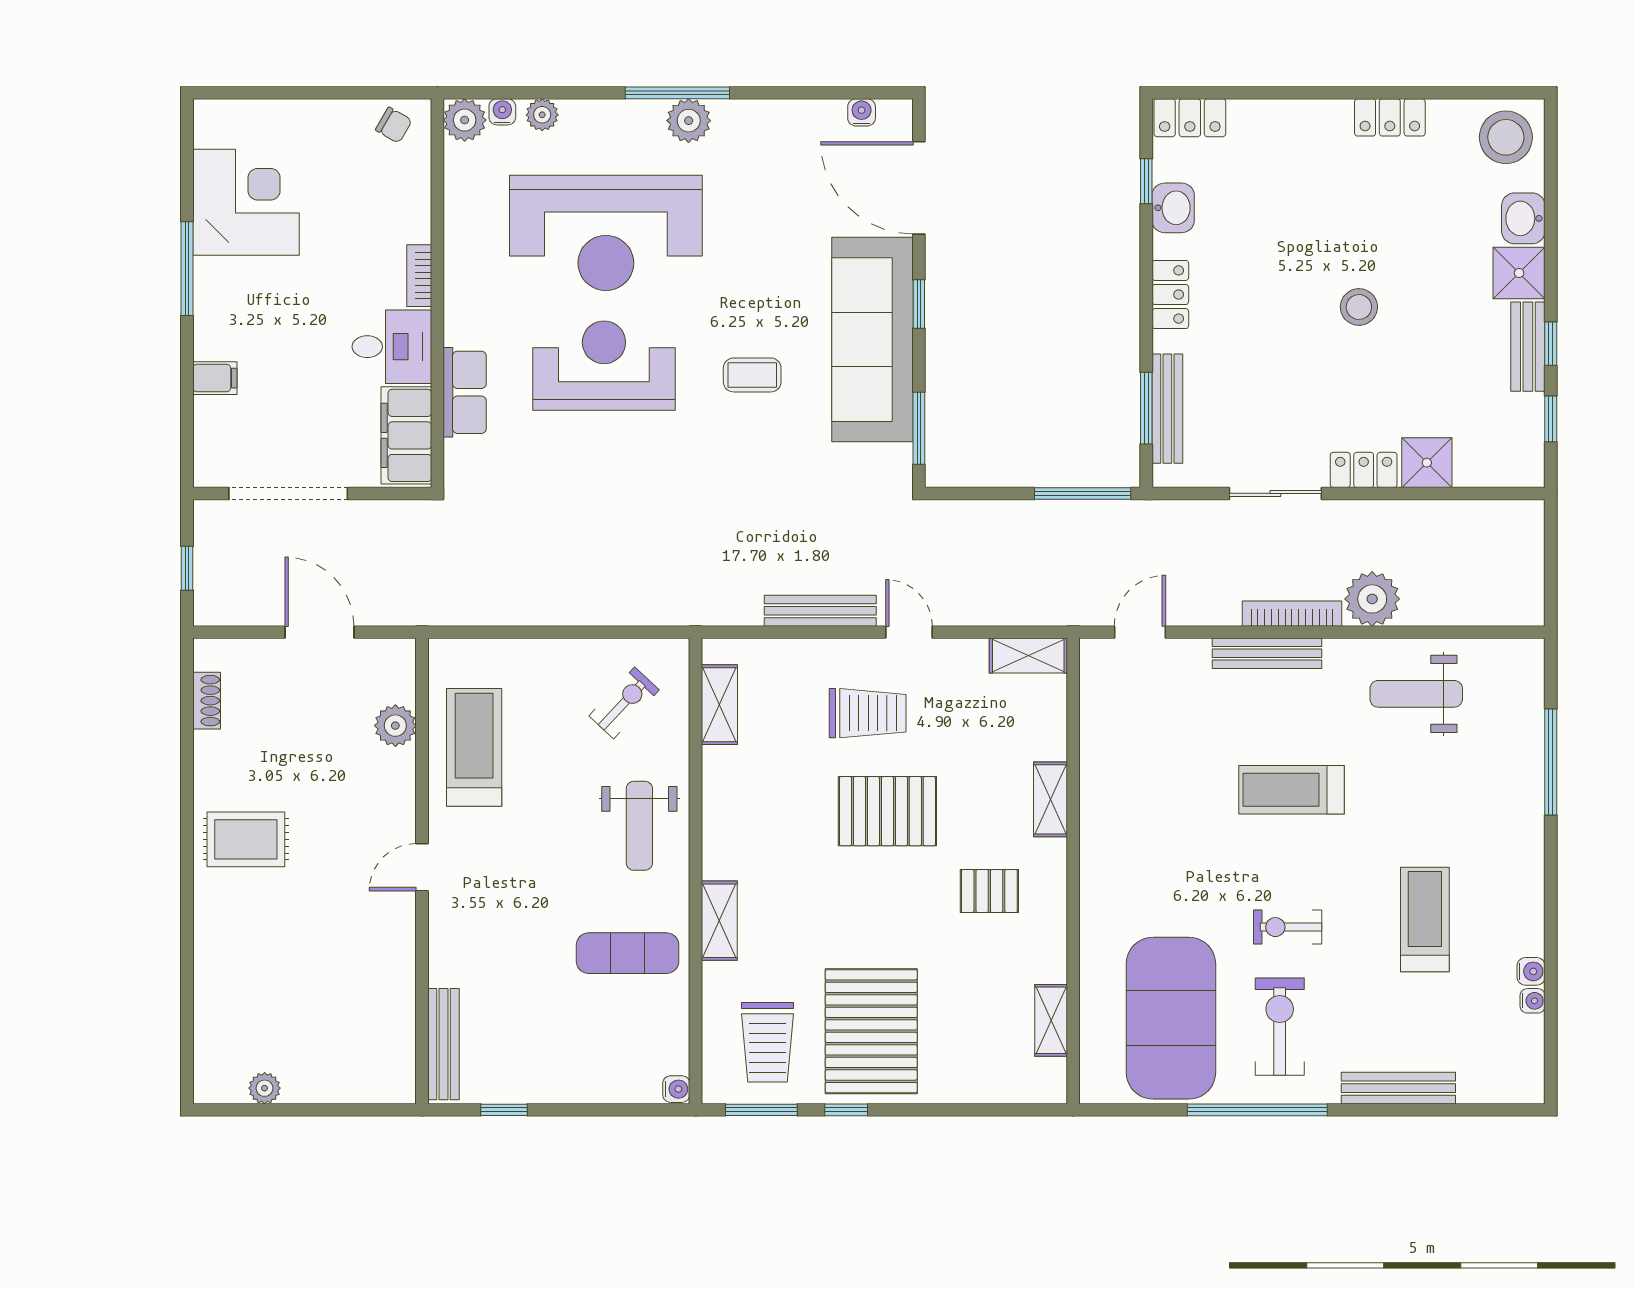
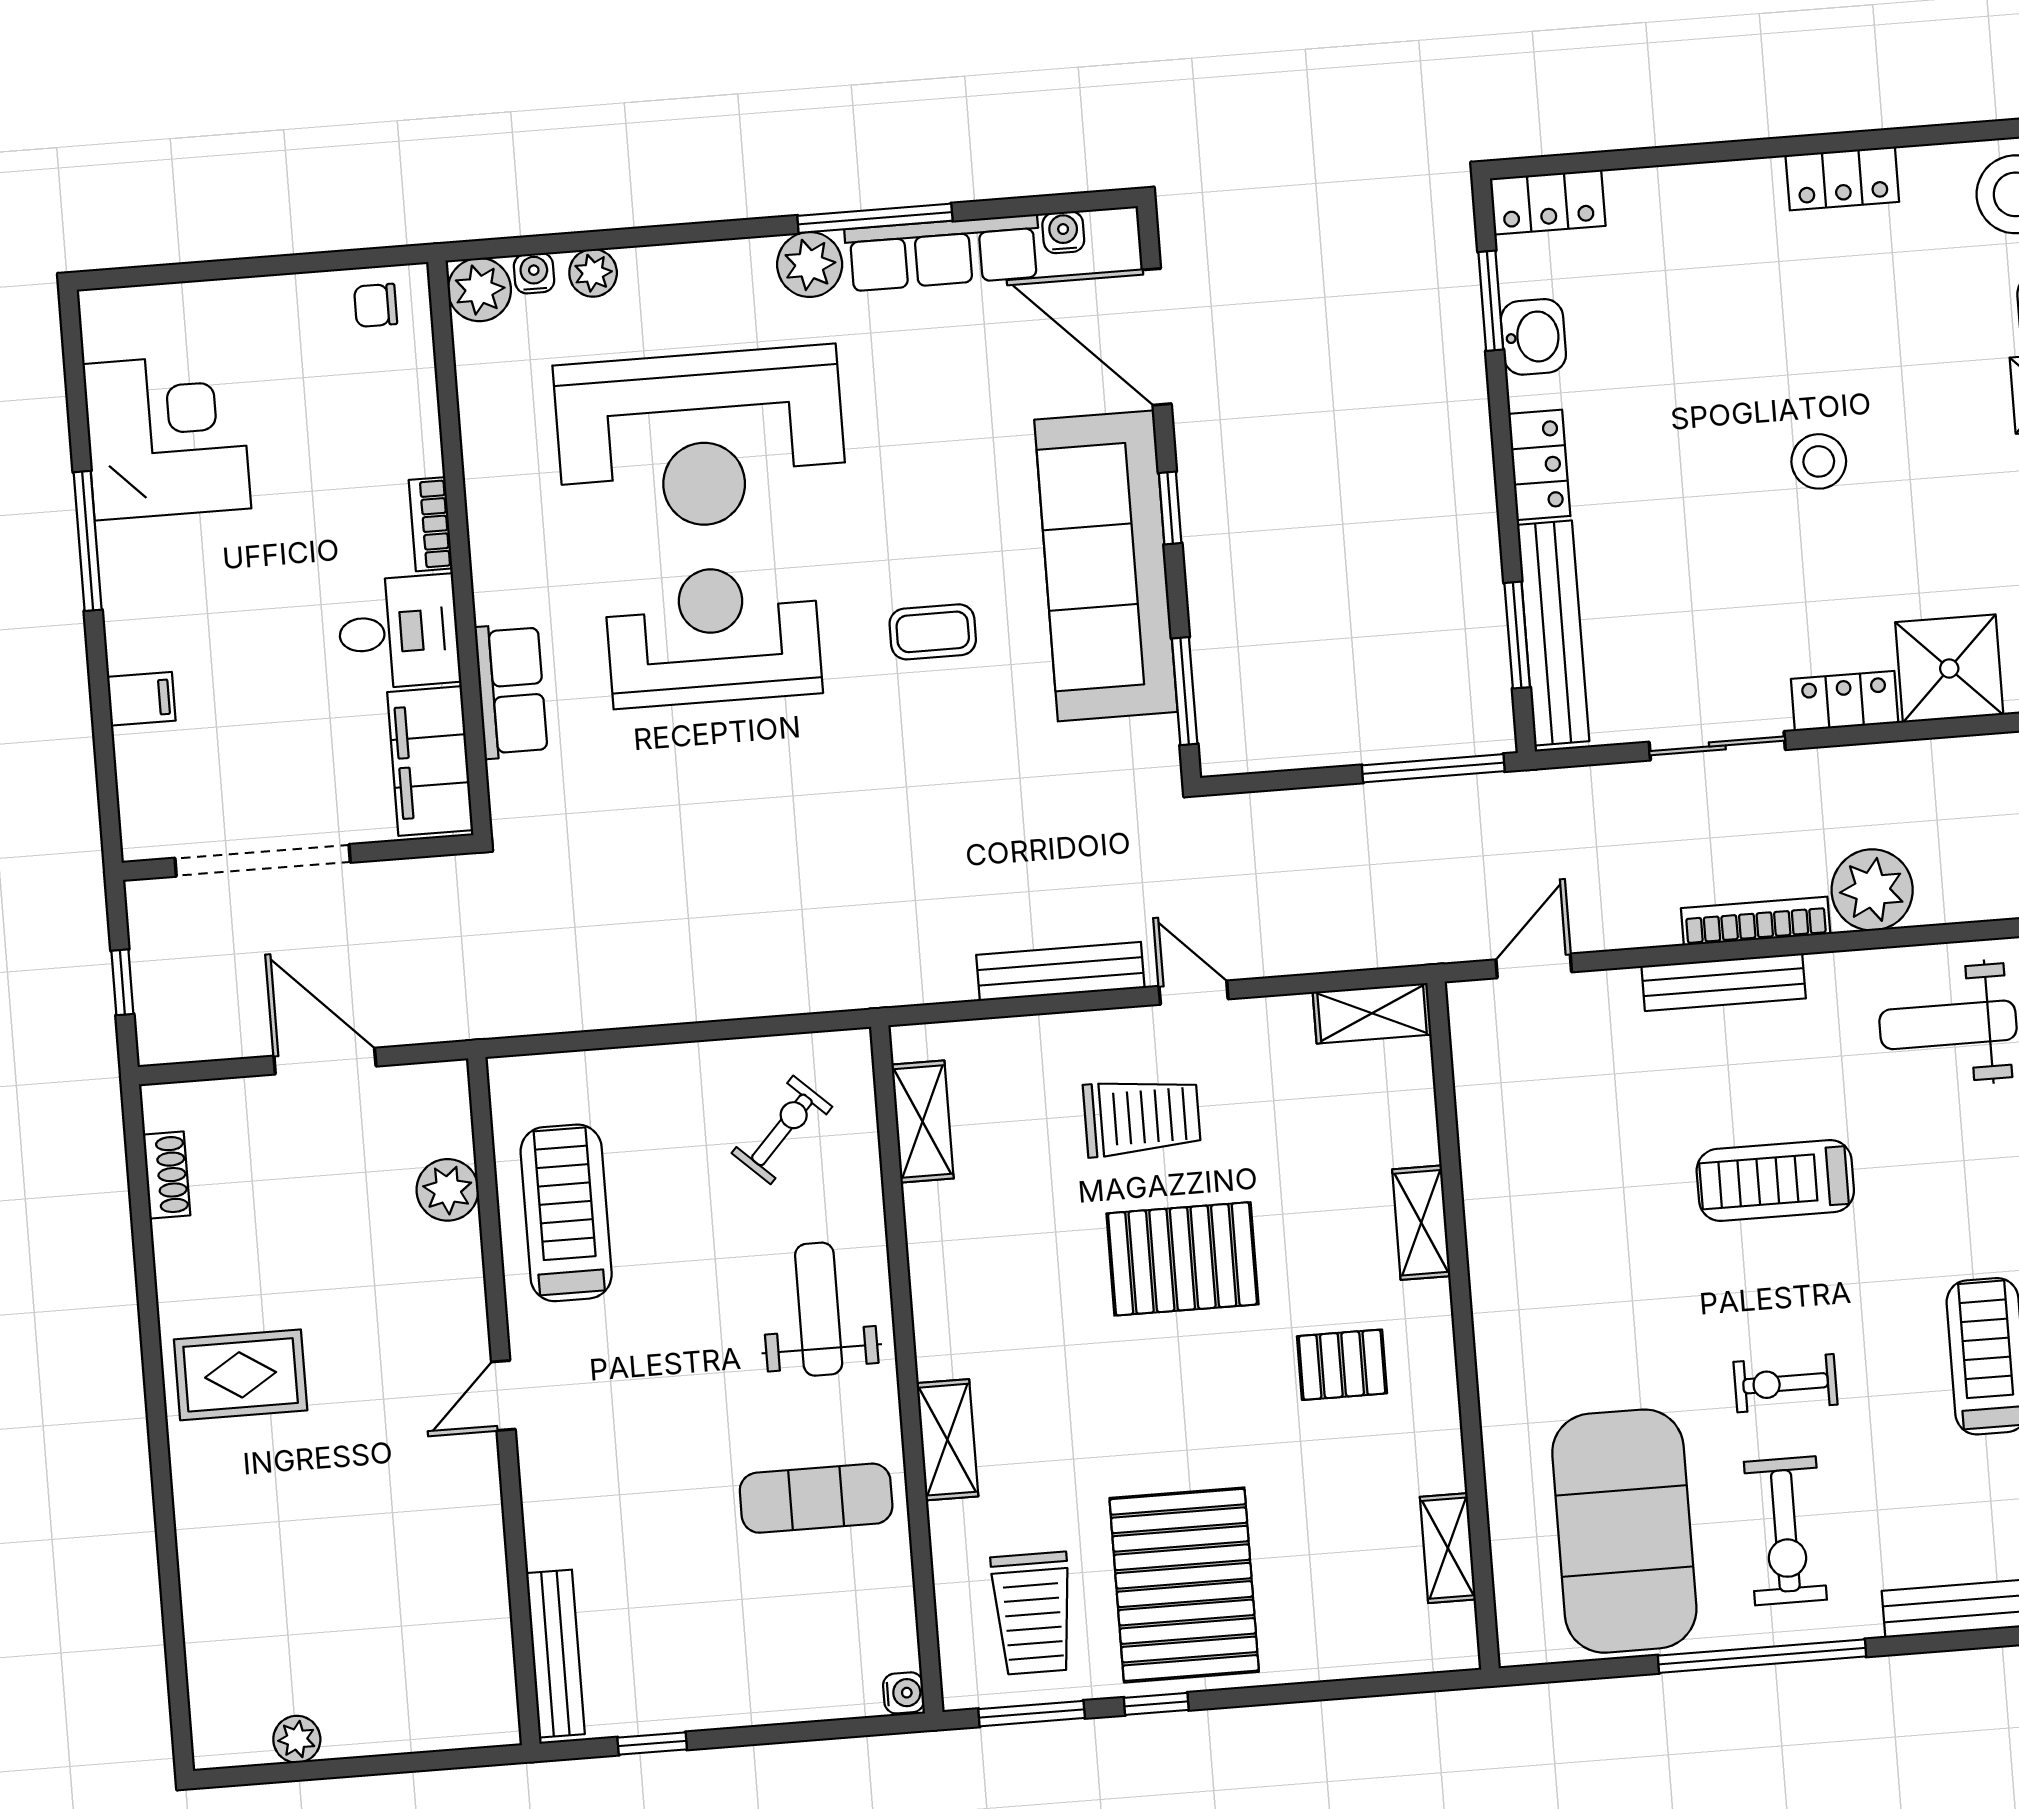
window: (677, 93) -> (875, 218), moved
row of seats: (779, 120) -> (943, 253), added
chair: (394, 125) -> (376, 305), turned 150
window: (1146, 181) -> (1491, 301), width x1.50
bench: (1167, 409) -> (1553, 633), width x1.37, depth x1.21
shower: (1427, 463) -> (1949, 668), width x1.36, depth x1.36
weight bench: (639, 826) -> (819, 1309), turned 180
exercise bike: (1280, 1027) -> (1785, 1531), turned 180

